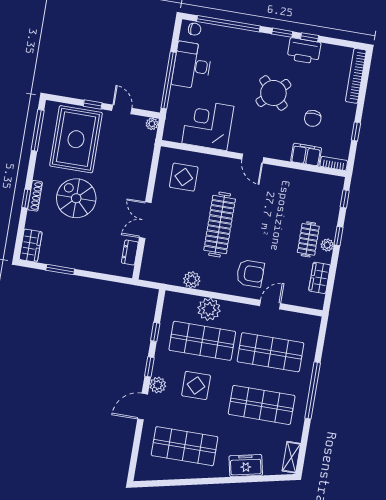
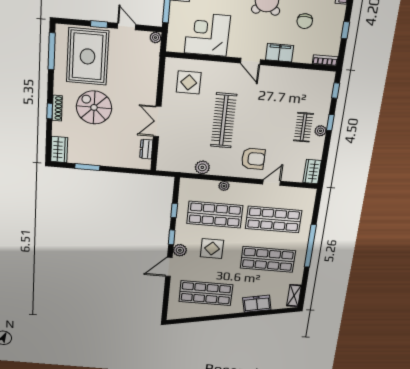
filing cabinet: (306, 155) -> (280, 53), moved
wardrobe: (320, 278) -> (312, 172), moved
plant: (209, 309) -> (224, 186), width x0.53, depth x0.53

